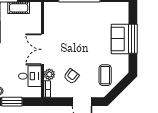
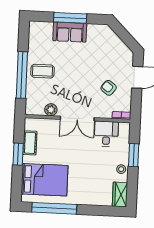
plant: (49, 74) -> (51, 110), moved
coffee table: (105, 75) -> (43, 71), moved

